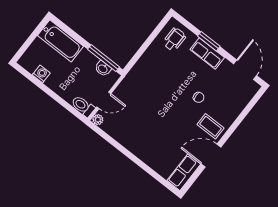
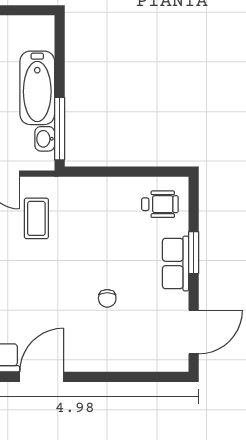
bathtub: (60, 41) -> (37, 88), moved
coffee table: (211, 126) -> (36, 218), moved
door: (211, 156) -> (42, 377), hinge flipped

